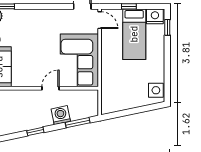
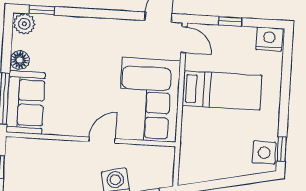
window: (167, 27) -> (282, 149), moved
bed: (134, 34) -> (222, 90), moved, turned -90

